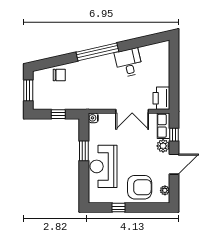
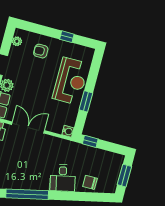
window: (97, 52) -> (27, 194), moved
desk: (129, 63) -> (63, 178), moved
window: (58, 114) -> (90, 141), moved
armchair: (140, 187) -> (41, 51), width x0.53, depth x0.53

